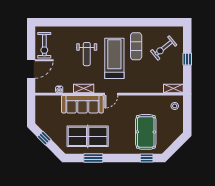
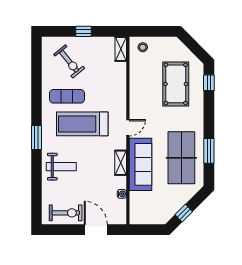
window: (104, 22) -> (36, 137), added
weight bench: (87, 54) -> (61, 167), moved
door: (111, 94) -> (128, 128), hinge flipped
pool table: (146, 132) -> (176, 84), turned 90

